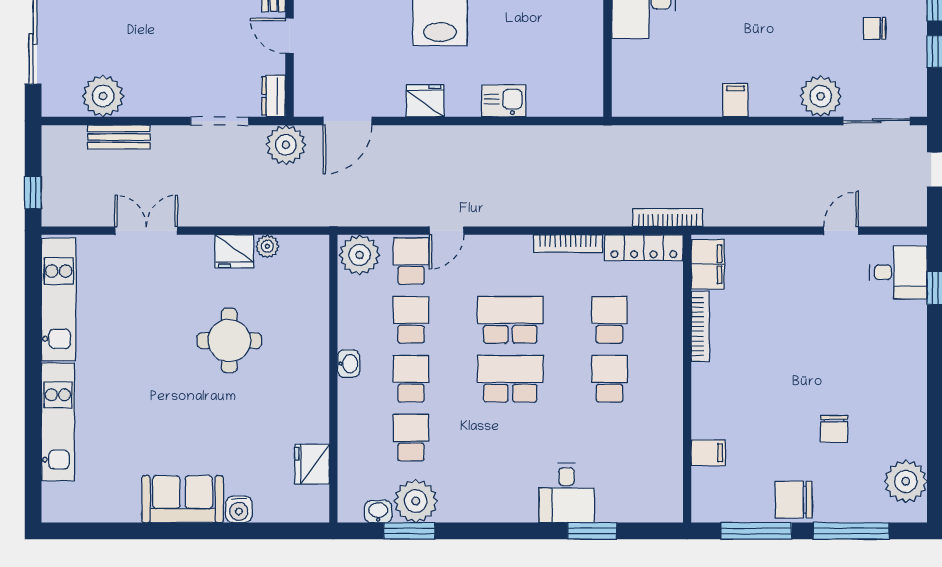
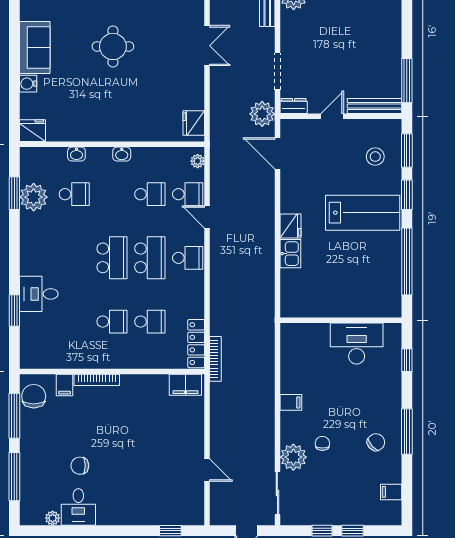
chair: (875, 28) -> (322, 443), moved
fridge: (425, 101) -> (290, 226), moved
double door: (146, 231) -> (207, 46), moved
bookcase: (568, 244) -> (199, 295), removed
plant: (267, 246) -> (197, 102), removed
fridge: (234, 251) -> (194, 123), moved
plant: (360, 255) -> (198, 161), width x0.53, depth x0.53
desk: (898, 272) -> (78, 507), moved
bookcase: (700, 327) -> (97, 380), moved
round table: (229, 341) -> (113, 46), moved
school desk: (411, 379) -> (188, 258), moved
fridge: (312, 464) -> (32, 131), moved
plant: (906, 481) -> (53, 518), width x0.53, depth x0.53
chair: (794, 500) -> (34, 396), moved
washbasin: (378, 512) -> (76, 154), moved, turned 90

